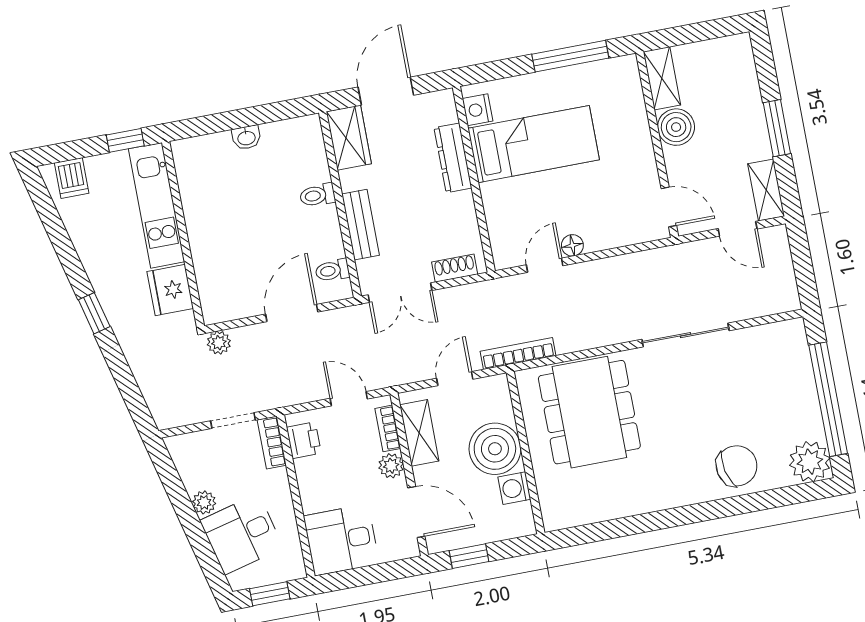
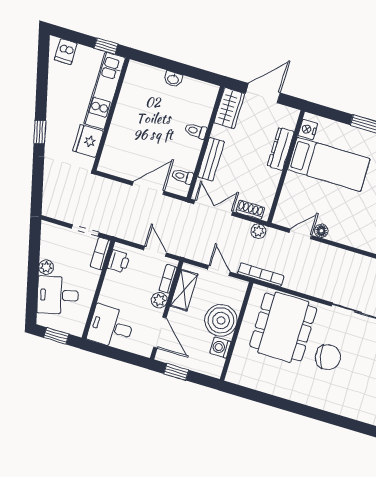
double door: (400, 293) -> (213, 208), swing flipped
plant: (219, 343) -> (258, 231), moved
door: (455, 379) -> (219, 270), hinge flipped
chair: (737, 466) -> (328, 357), moved

